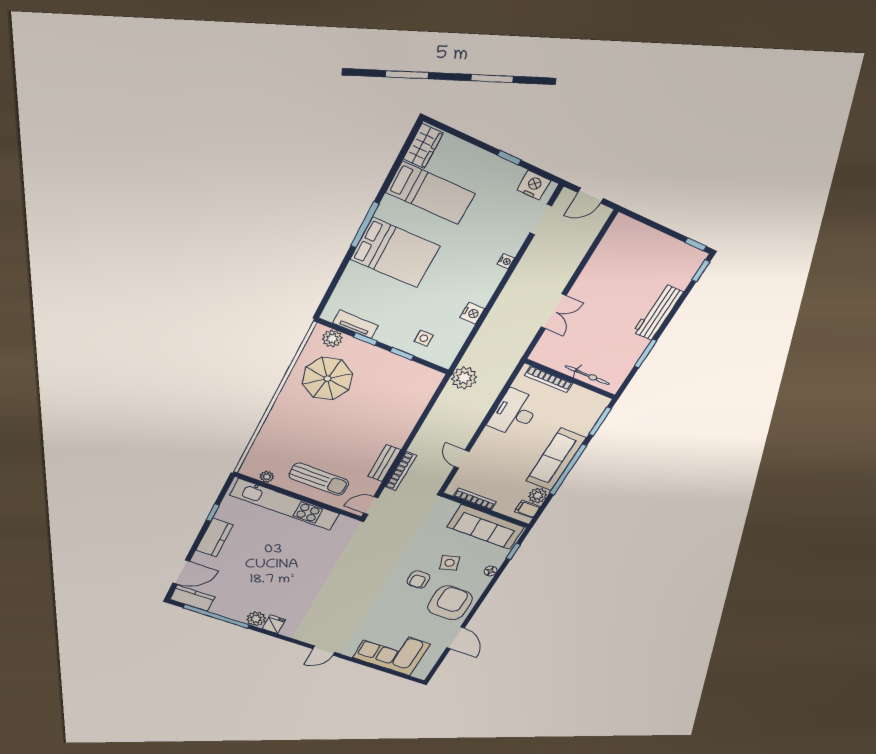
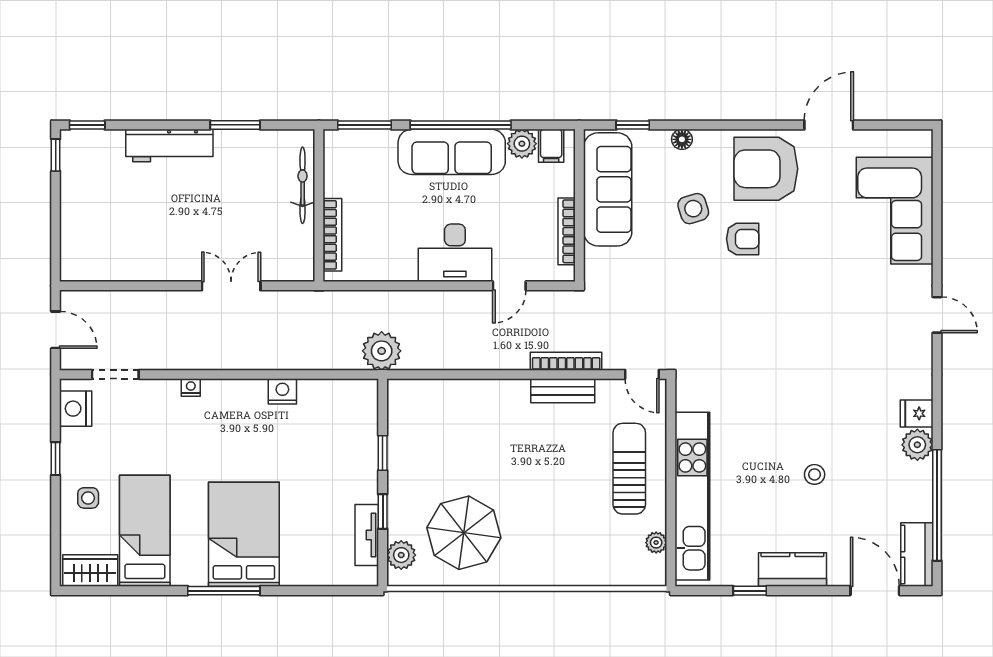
side table: (424, 338) -> (88, 498), moved
desk: (514, 413) -> (455, 253), moved
stool: (265, 567) -> (815, 474), added

